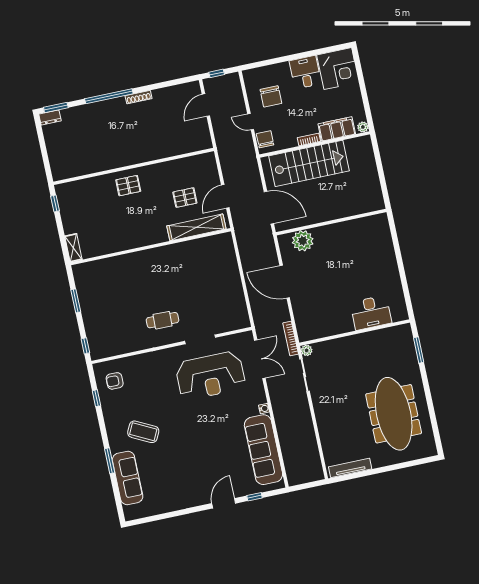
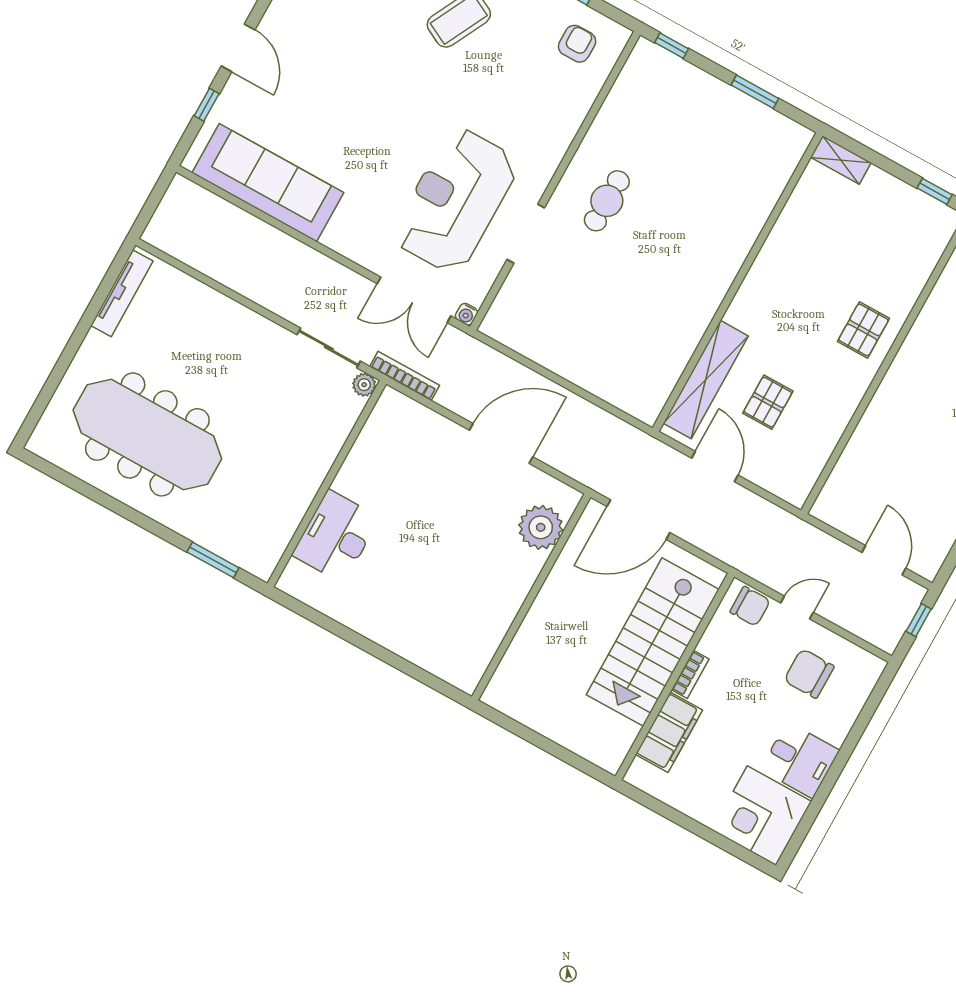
plant: (363, 127) -> (637, 776), removed
water cooler: (264, 409) -> (466, 314), moved

